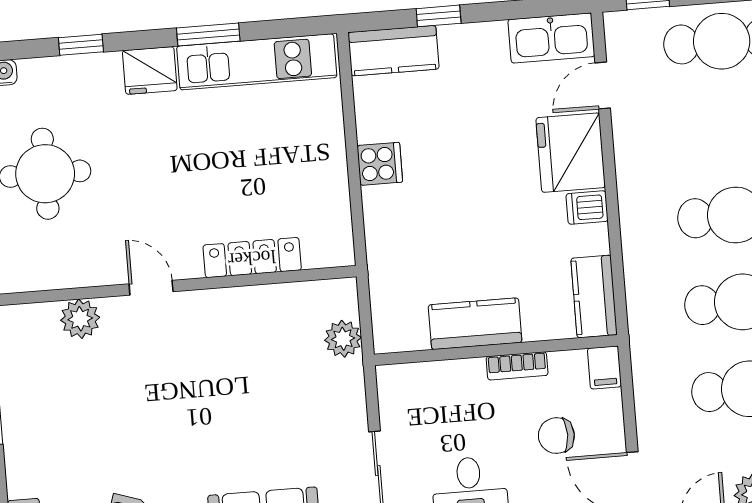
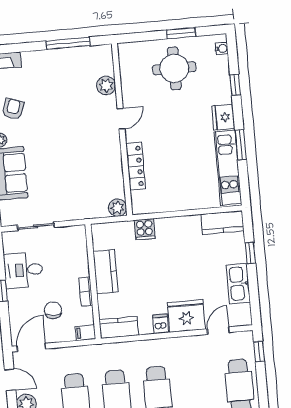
kitchen sink: (551, 38) -> (238, 284), moved
kitchen counter: (394, 51) -> (222, 223), moved, turned -90
door: (603, 85) -> (218, 331), hinge flipped
cooker: (380, 164) -> (145, 229), moved
plant: (343, 339) -> (118, 208), moved

